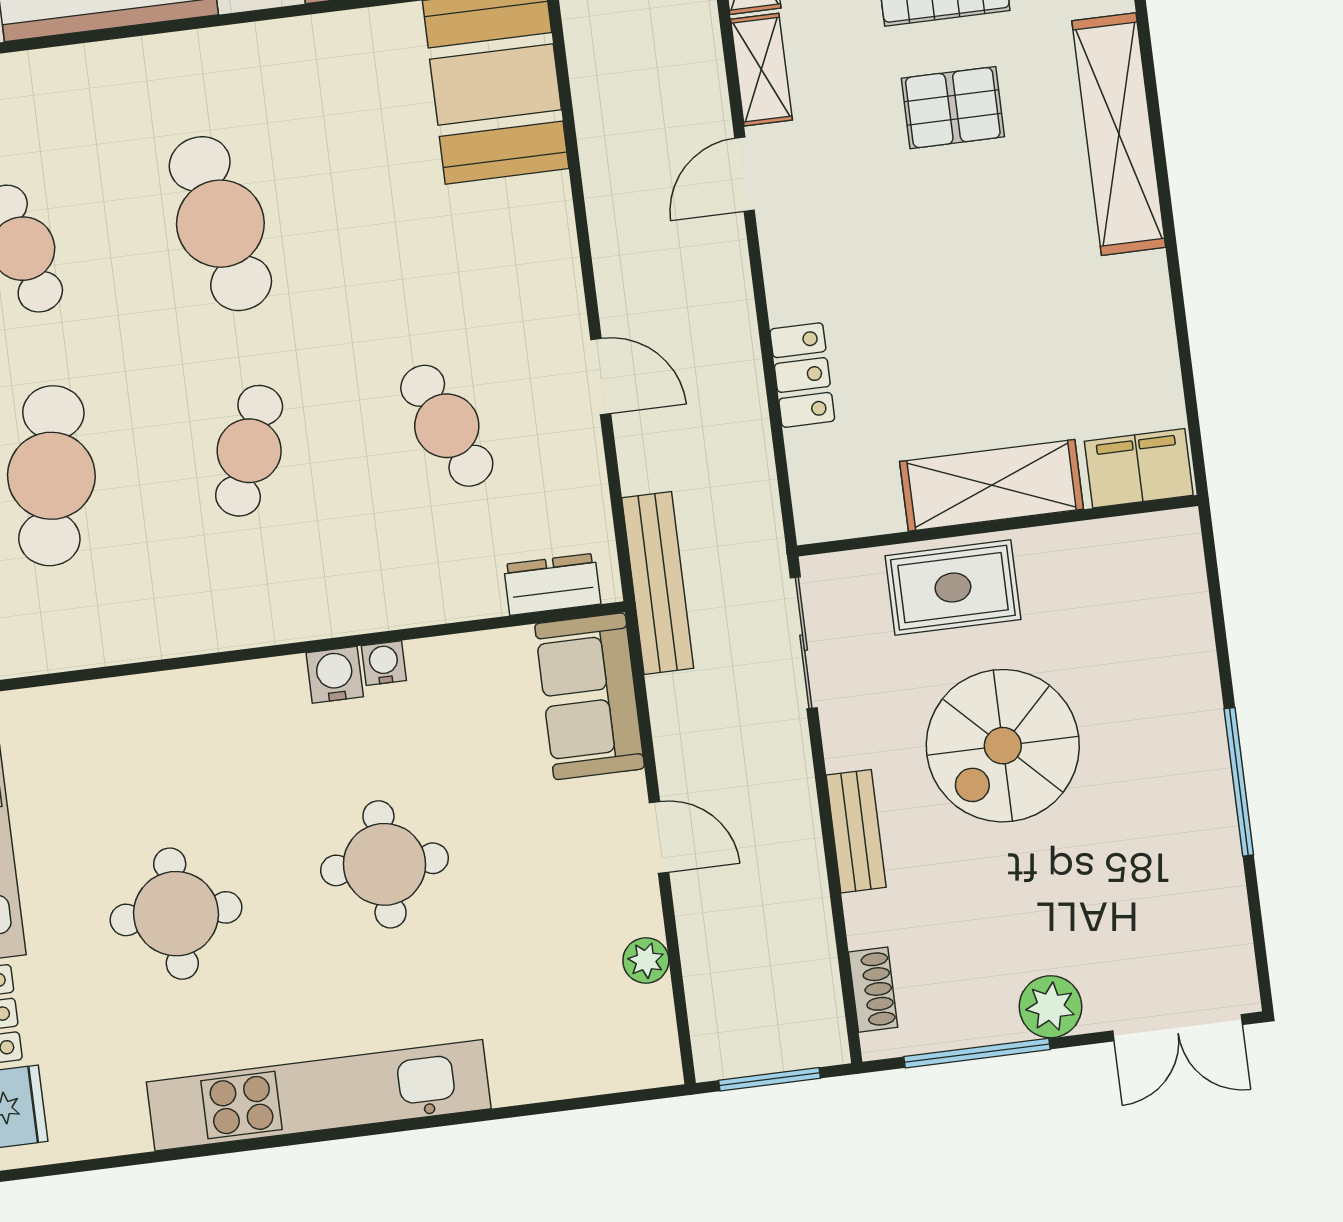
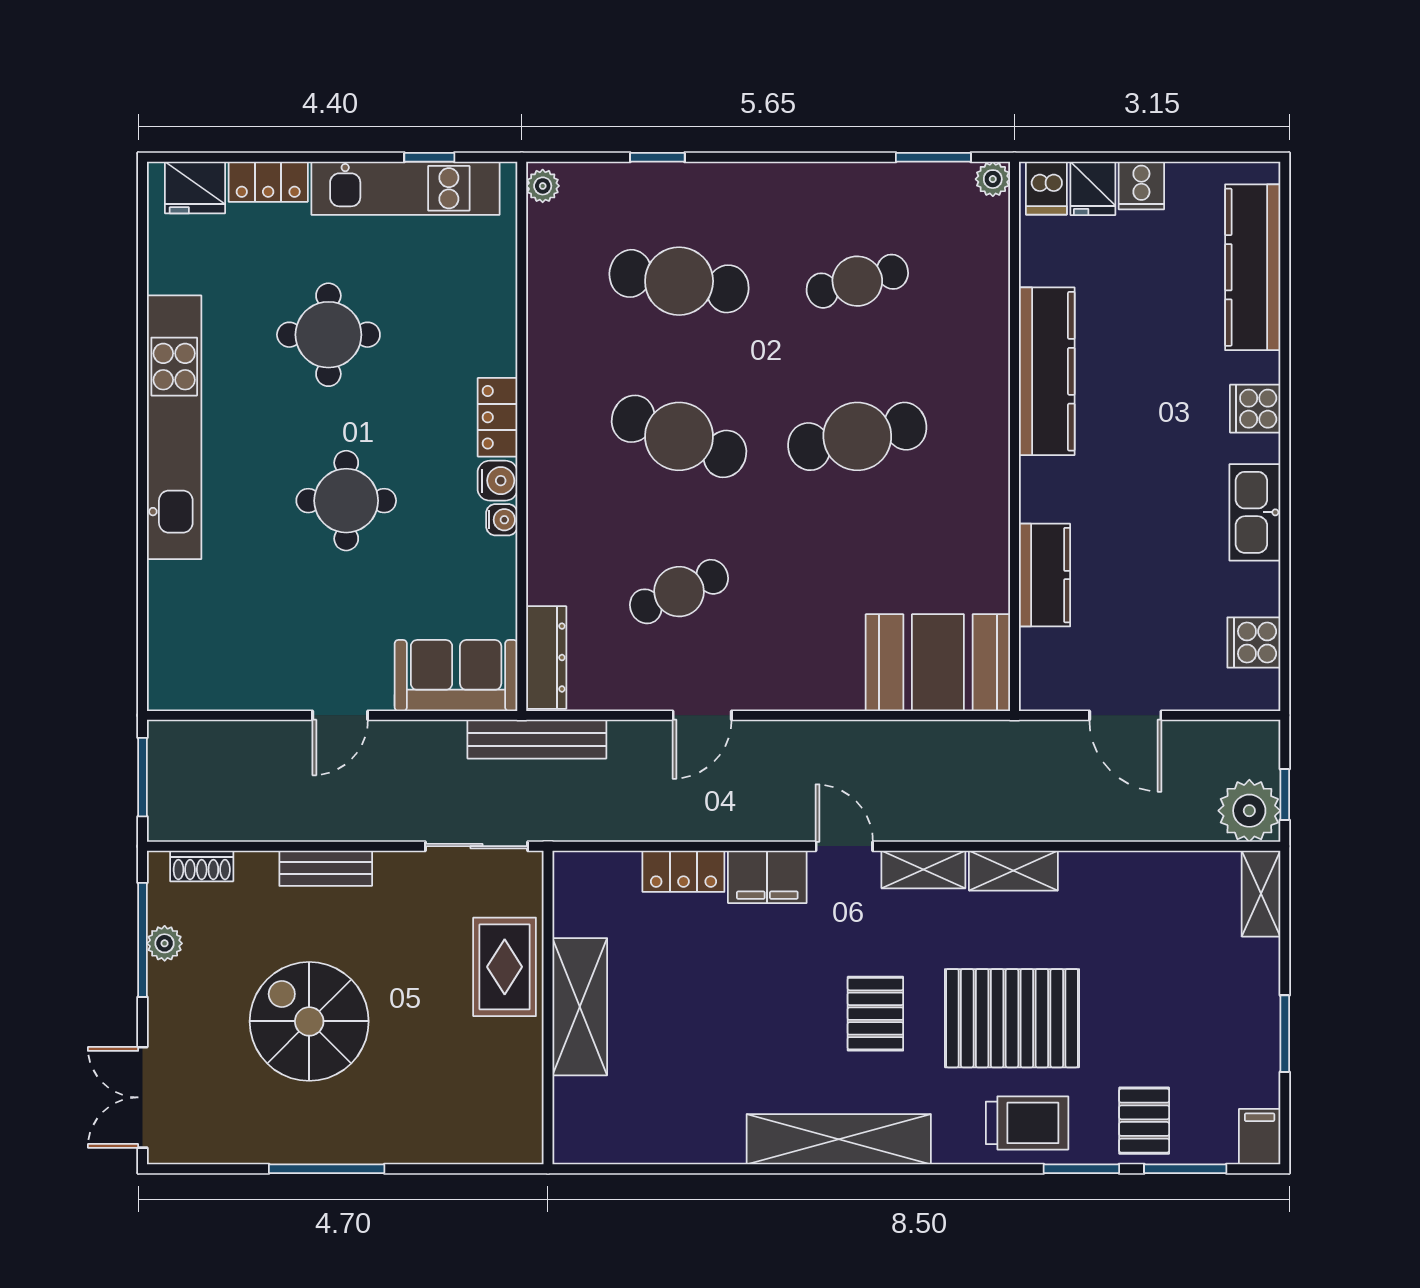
cafe table: (249, 451) -> (679, 436), width x1.37, depth x1.35
filing cabinet: (1139, 468) -> (767, 877), moved, turned 90
dresser: (552, 584) -> (546, 658), width x1.44
locker: (254, 685) -> (498, 417), added
spiral stairs: (1003, 746) -> (309, 1021), moved
plant: (646, 960) -> (246, 693), removed
plant: (1050, 1007) -> (165, 943), moved, width x0.73, depth x0.73

